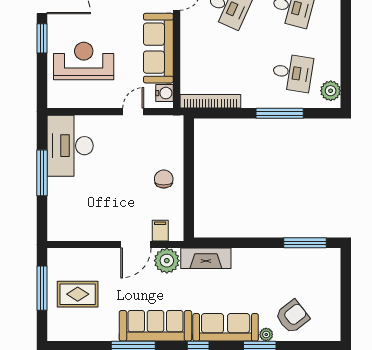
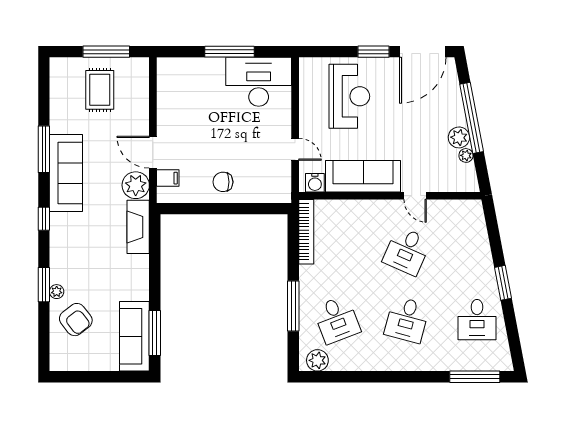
desk: (292, 73) -> (337, 320), turned -30
chair: (164, 179) -> (223, 182), turned 180
sofa: (226, 327) -> (134, 336), moved, turned 180

